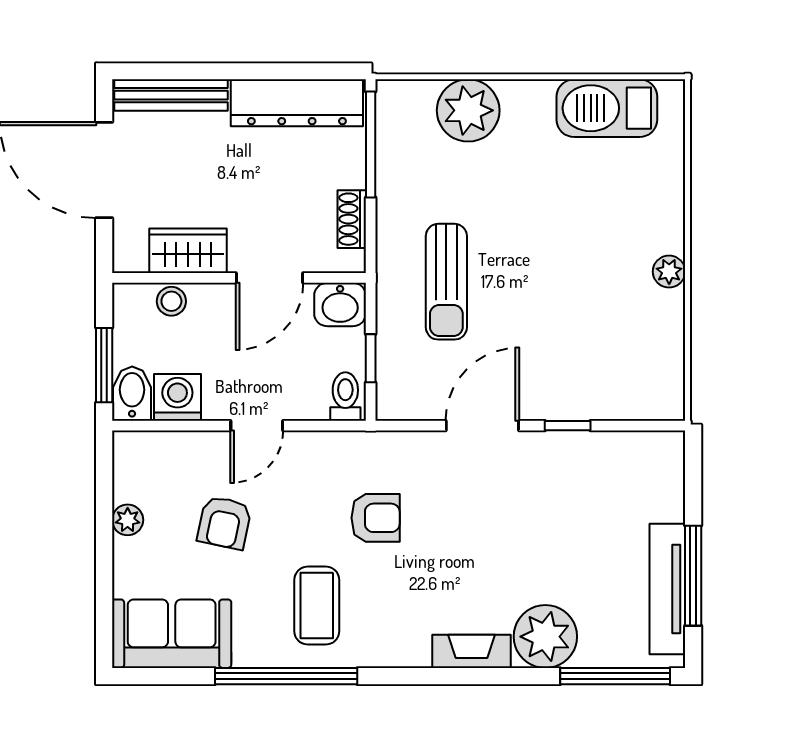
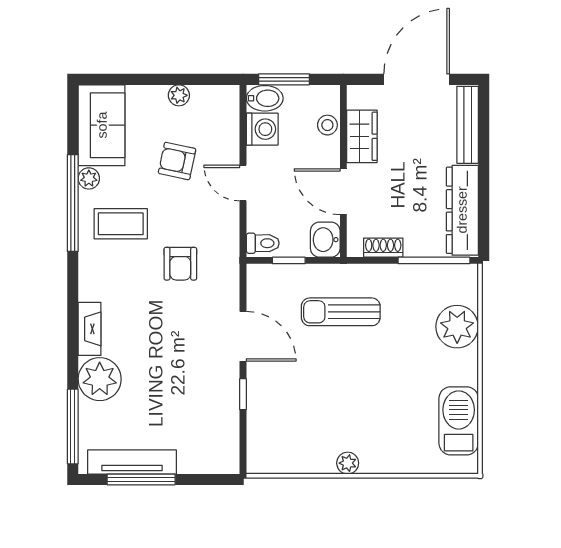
plant: (250, 652) -> (89, 178), added

